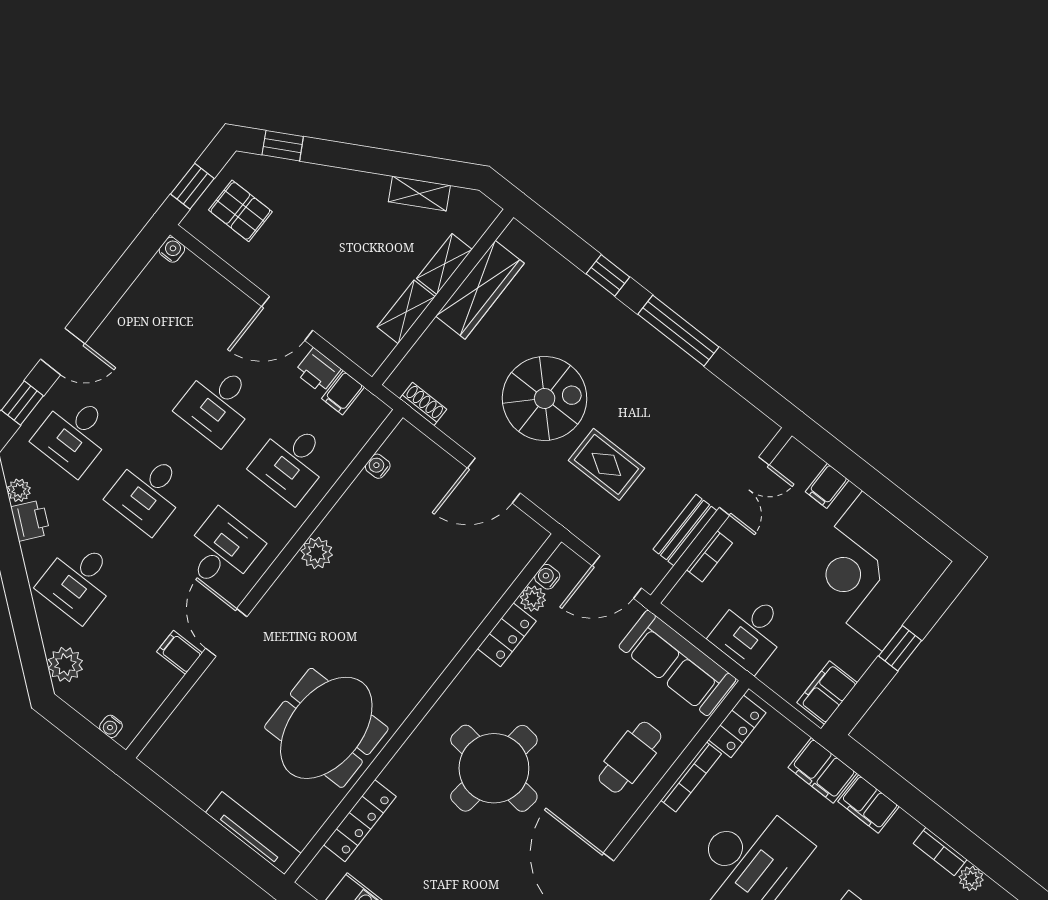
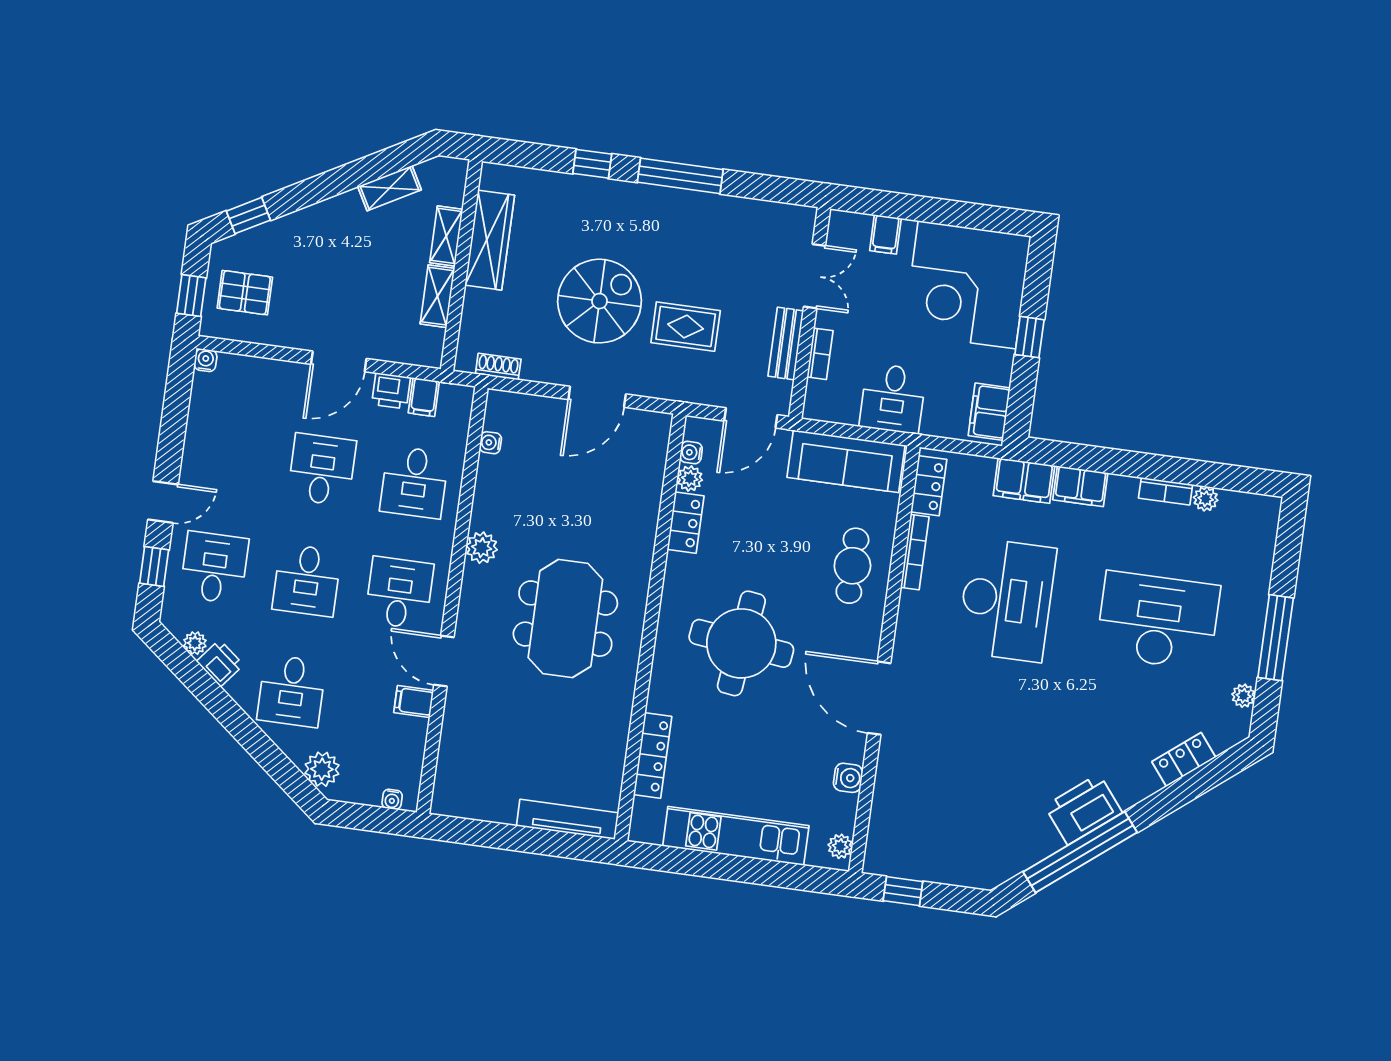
desk: (217, 404) -> (322, 470), turned 180
desk: (74, 434) -> (214, 568), turned 180
meeting table: (326, 728) -> (565, 619), moved

